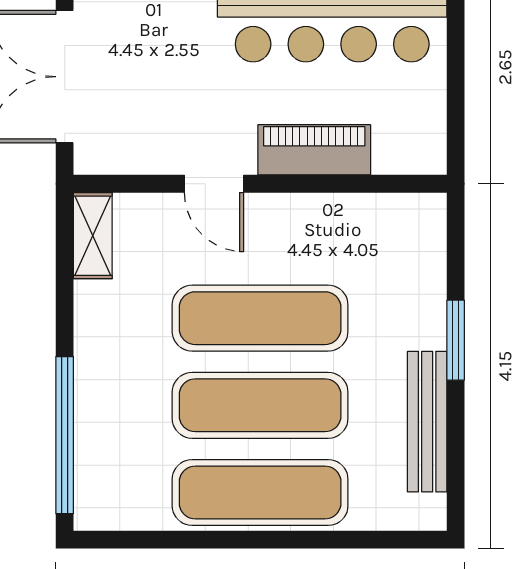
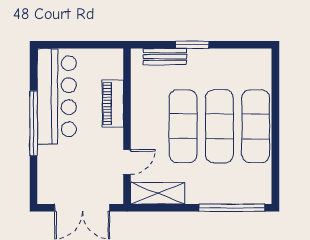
door: (214, 184) -> (127, 162), moved
shelving: (93, 236) -> (158, 193), width x1.50, depth x1.33
bench: (427, 422) -> (165, 57), moved, width x0.73

